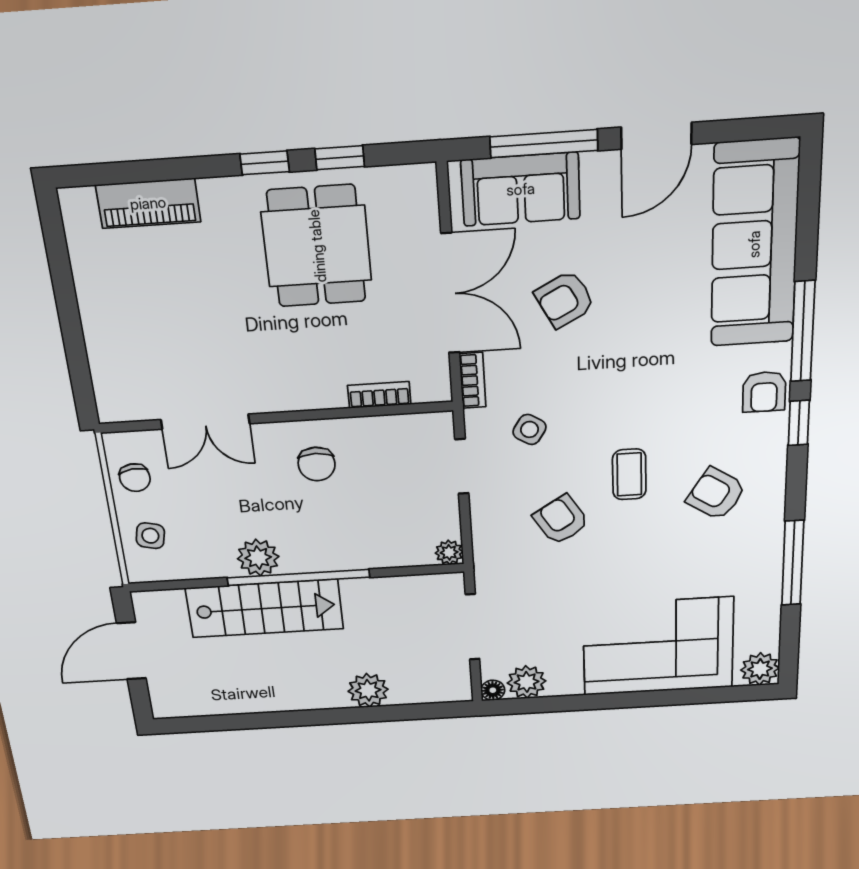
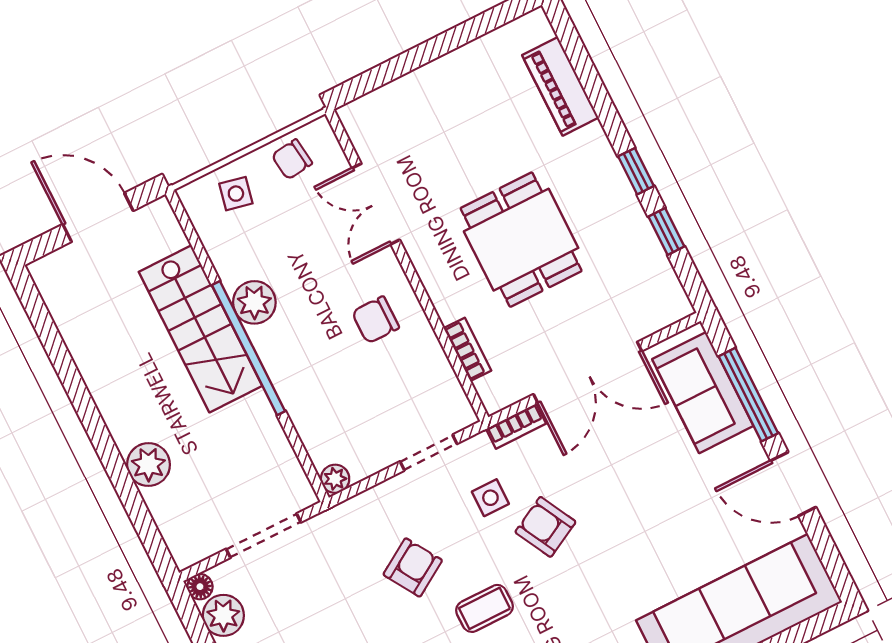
dining table: (317, 246) -> (521, 240), moved, turned 90
armchair: (565, 299) -> (545, 527), moved
side table: (530, 429) -> (490, 498), turned -32

